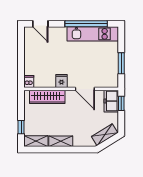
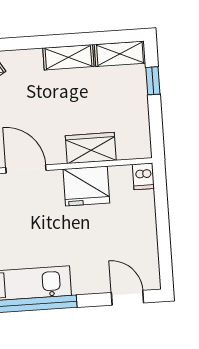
fridge: (61, 81) -> (86, 186), width x1.88, depth x1.34
wardrobe: (47, 97) -> (91, 148), width x0.67

